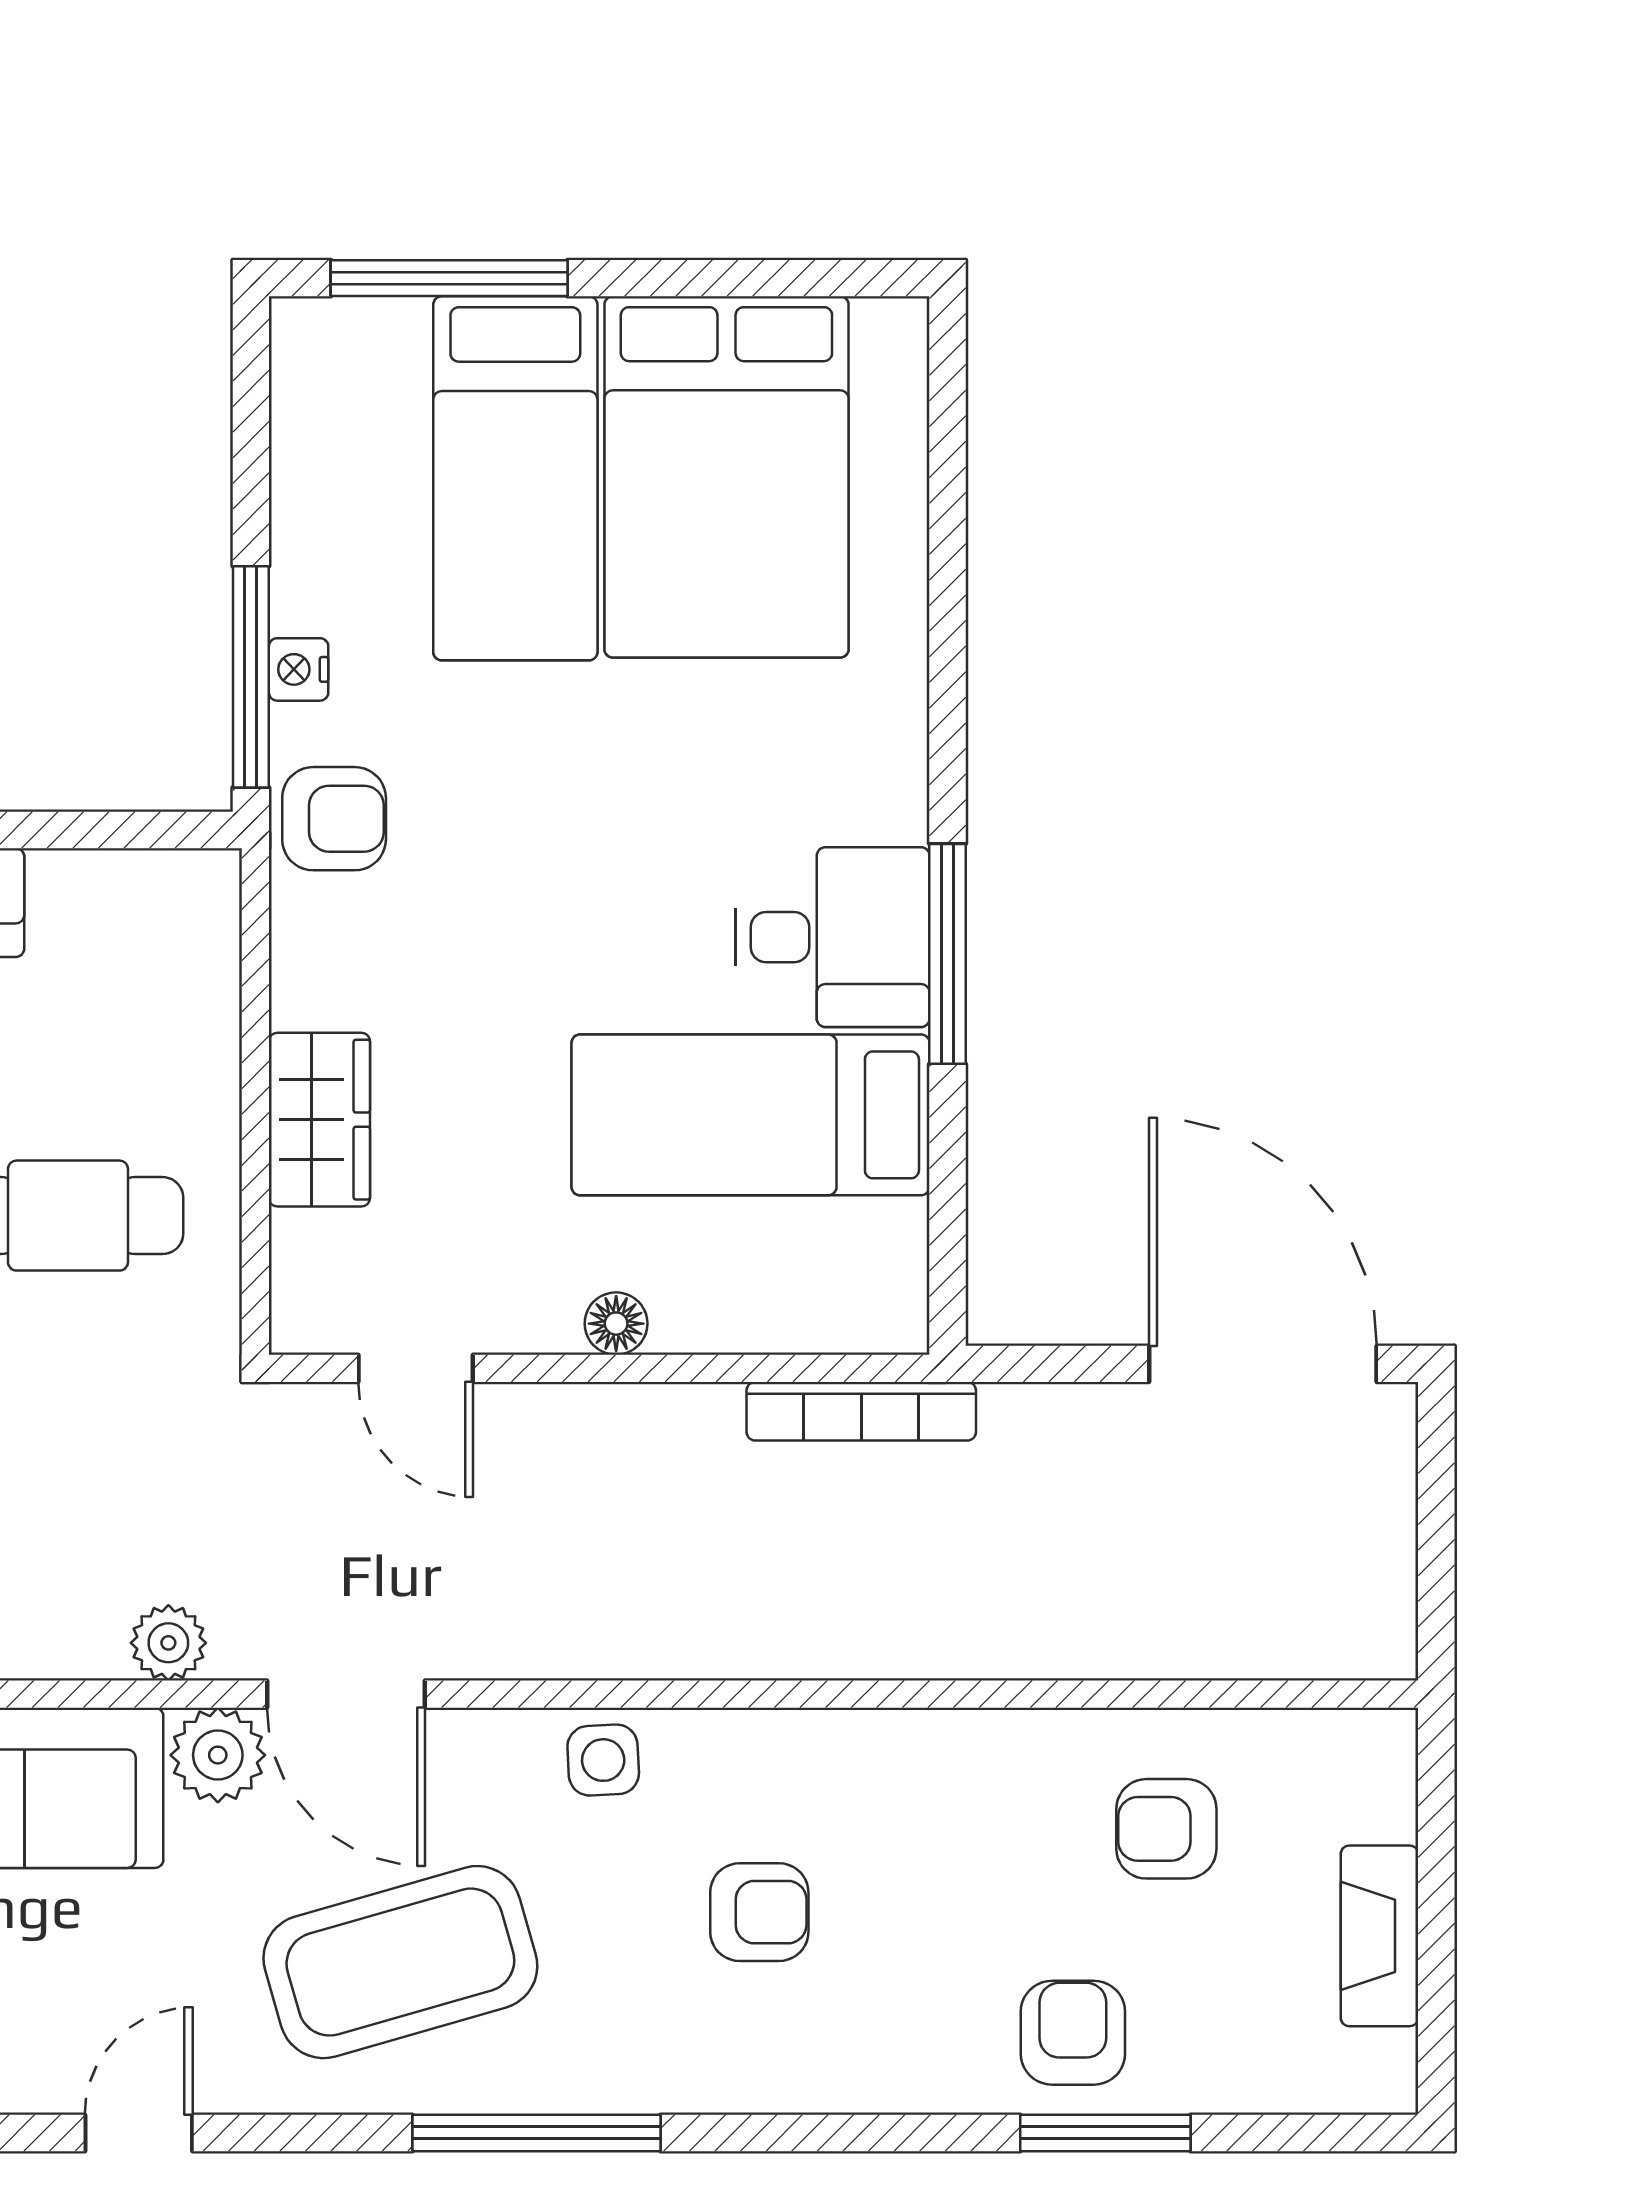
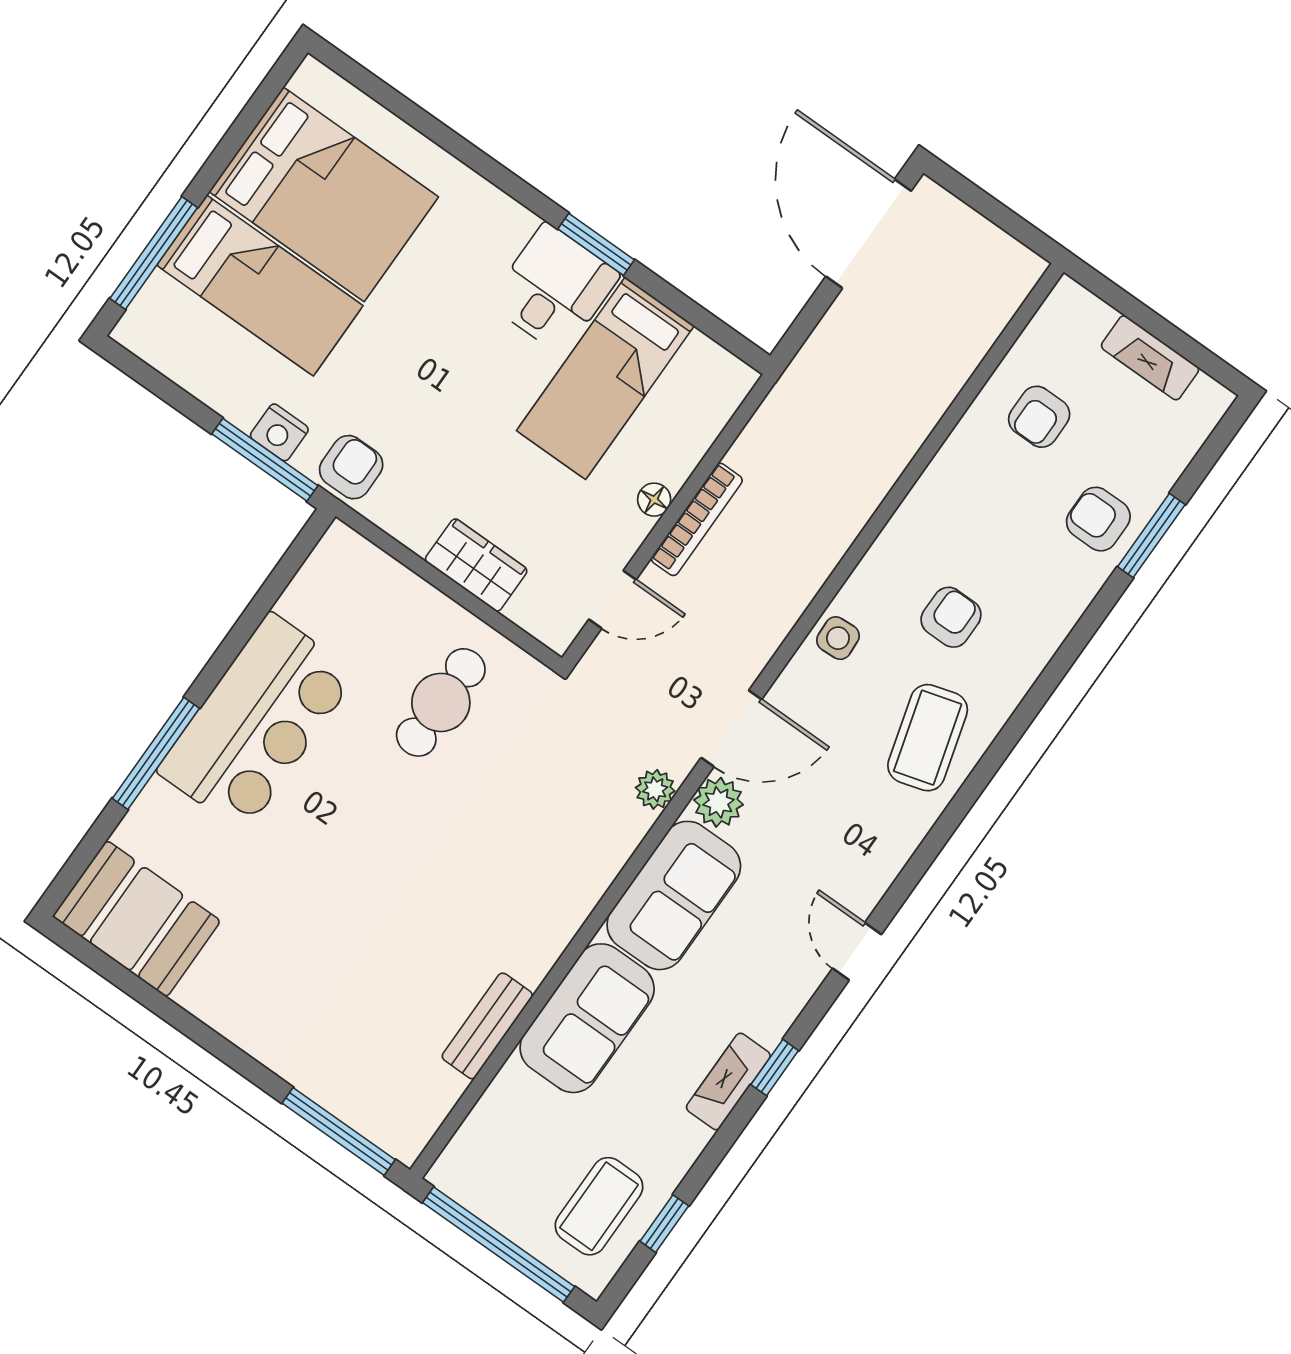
nightstand: (299, 669) -> (279, 432), width x1.39, depth x1.35
window: (948, 954) -> (596, 244), width x0.69
door: (1263, 1364) -> (869, 234), hinge flipped
bookcase: (861, 1411) -> (697, 519), moved
coffee table: (400, 1962) -> (928, 738), moved, width x0.73, depth x0.76
window: (537, 2133) -> (978, 780), removed

